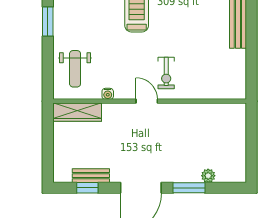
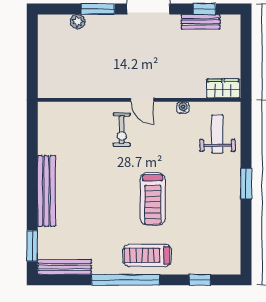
exercise bike: (166, 73) -> (122, 130), turned 180
wardrobe: (78, 112) -> (223, 88), width x0.67

